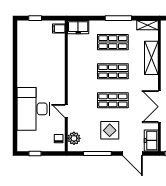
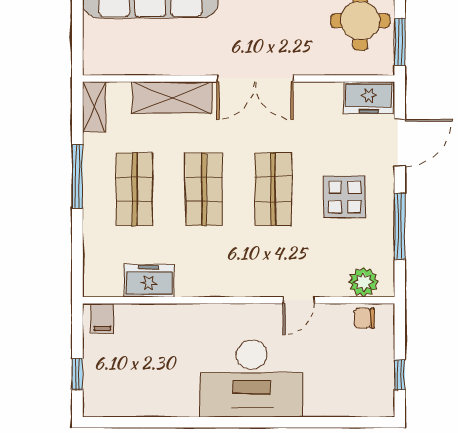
freezer: (78, 27) -> (149, 281), moved, turned -90
double door: (159, 107) -> (255, 78), moved
desk: (33, 109) -> (252, 379), moved

